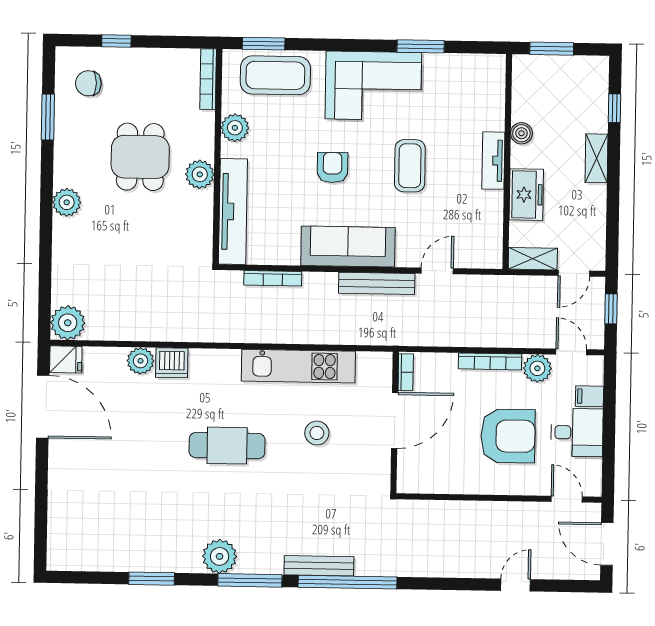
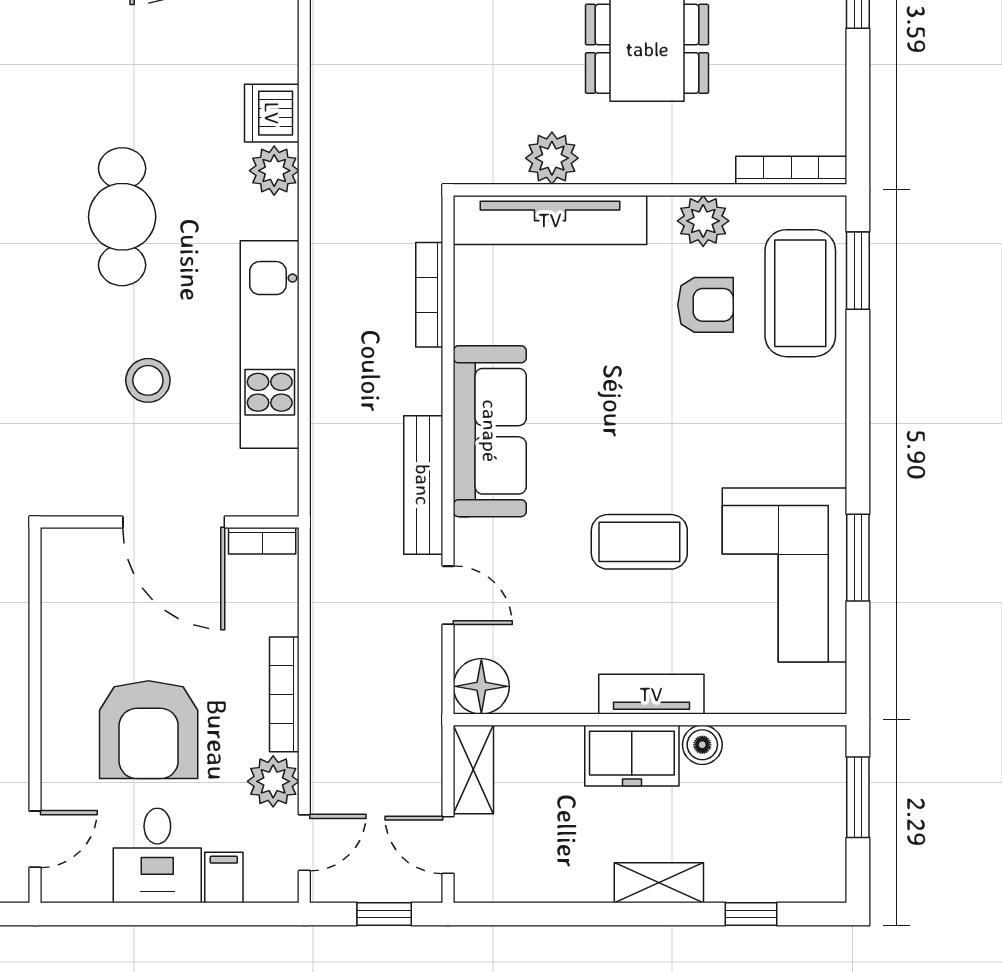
corner sofa: (373, 86) -> (784, 575), moved
armchair: (332, 168) -> (705, 305), moved
plant: (200, 174) -> (552, 158), moved
freezer: (526, 195) -> (632, 756), moved
floor lamp: (487, 254) -> (481, 686), added
plant: (140, 361) -> (274, 171), moved

